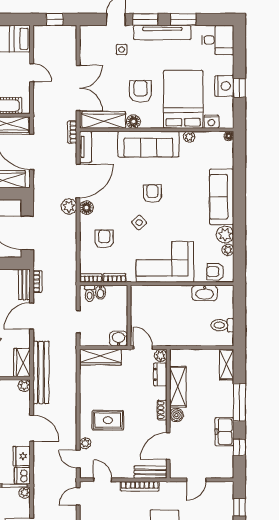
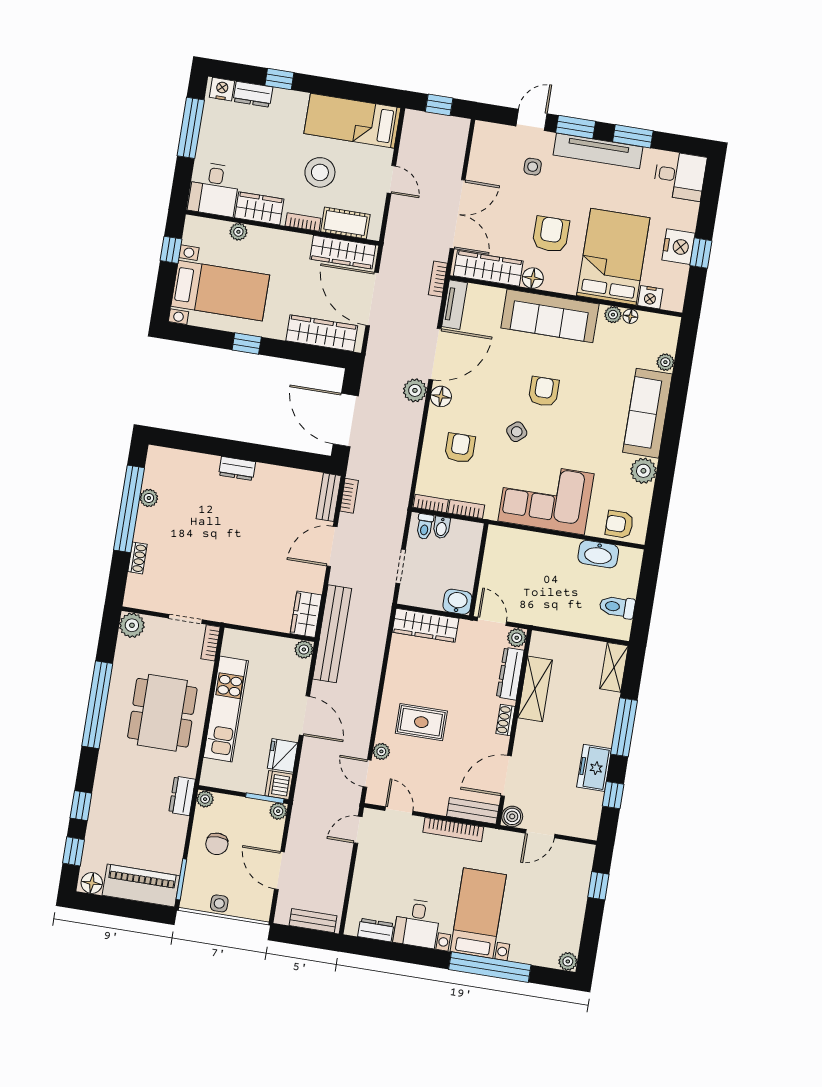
floor lamp: (229, 136) -> (630, 316), moved
plant: (228, 250) -> (665, 362), moved
dresser: (160, 374) -> (510, 674), width x1.44
boiler: (176, 415) -> (512, 816), moved

